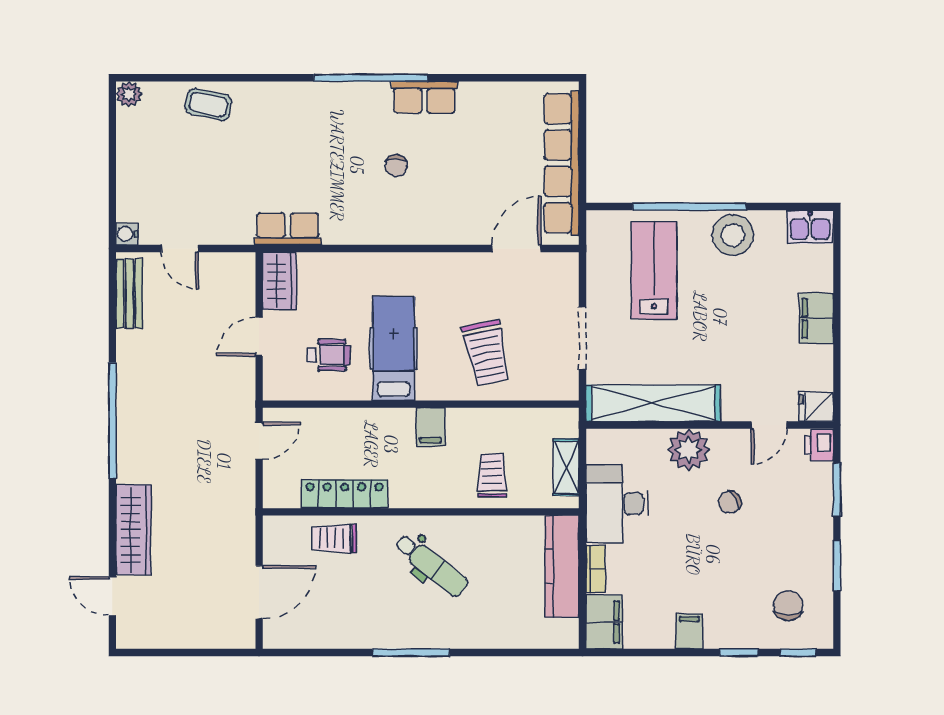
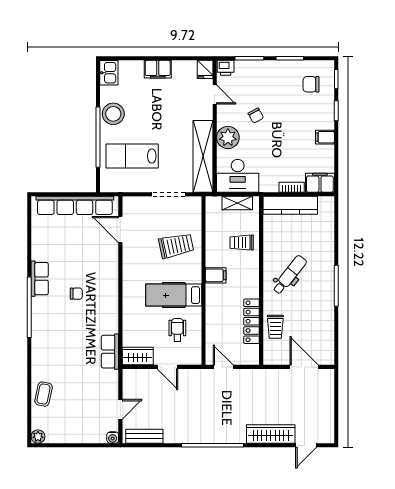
desk: (617, 504) -> (238, 176), moved

